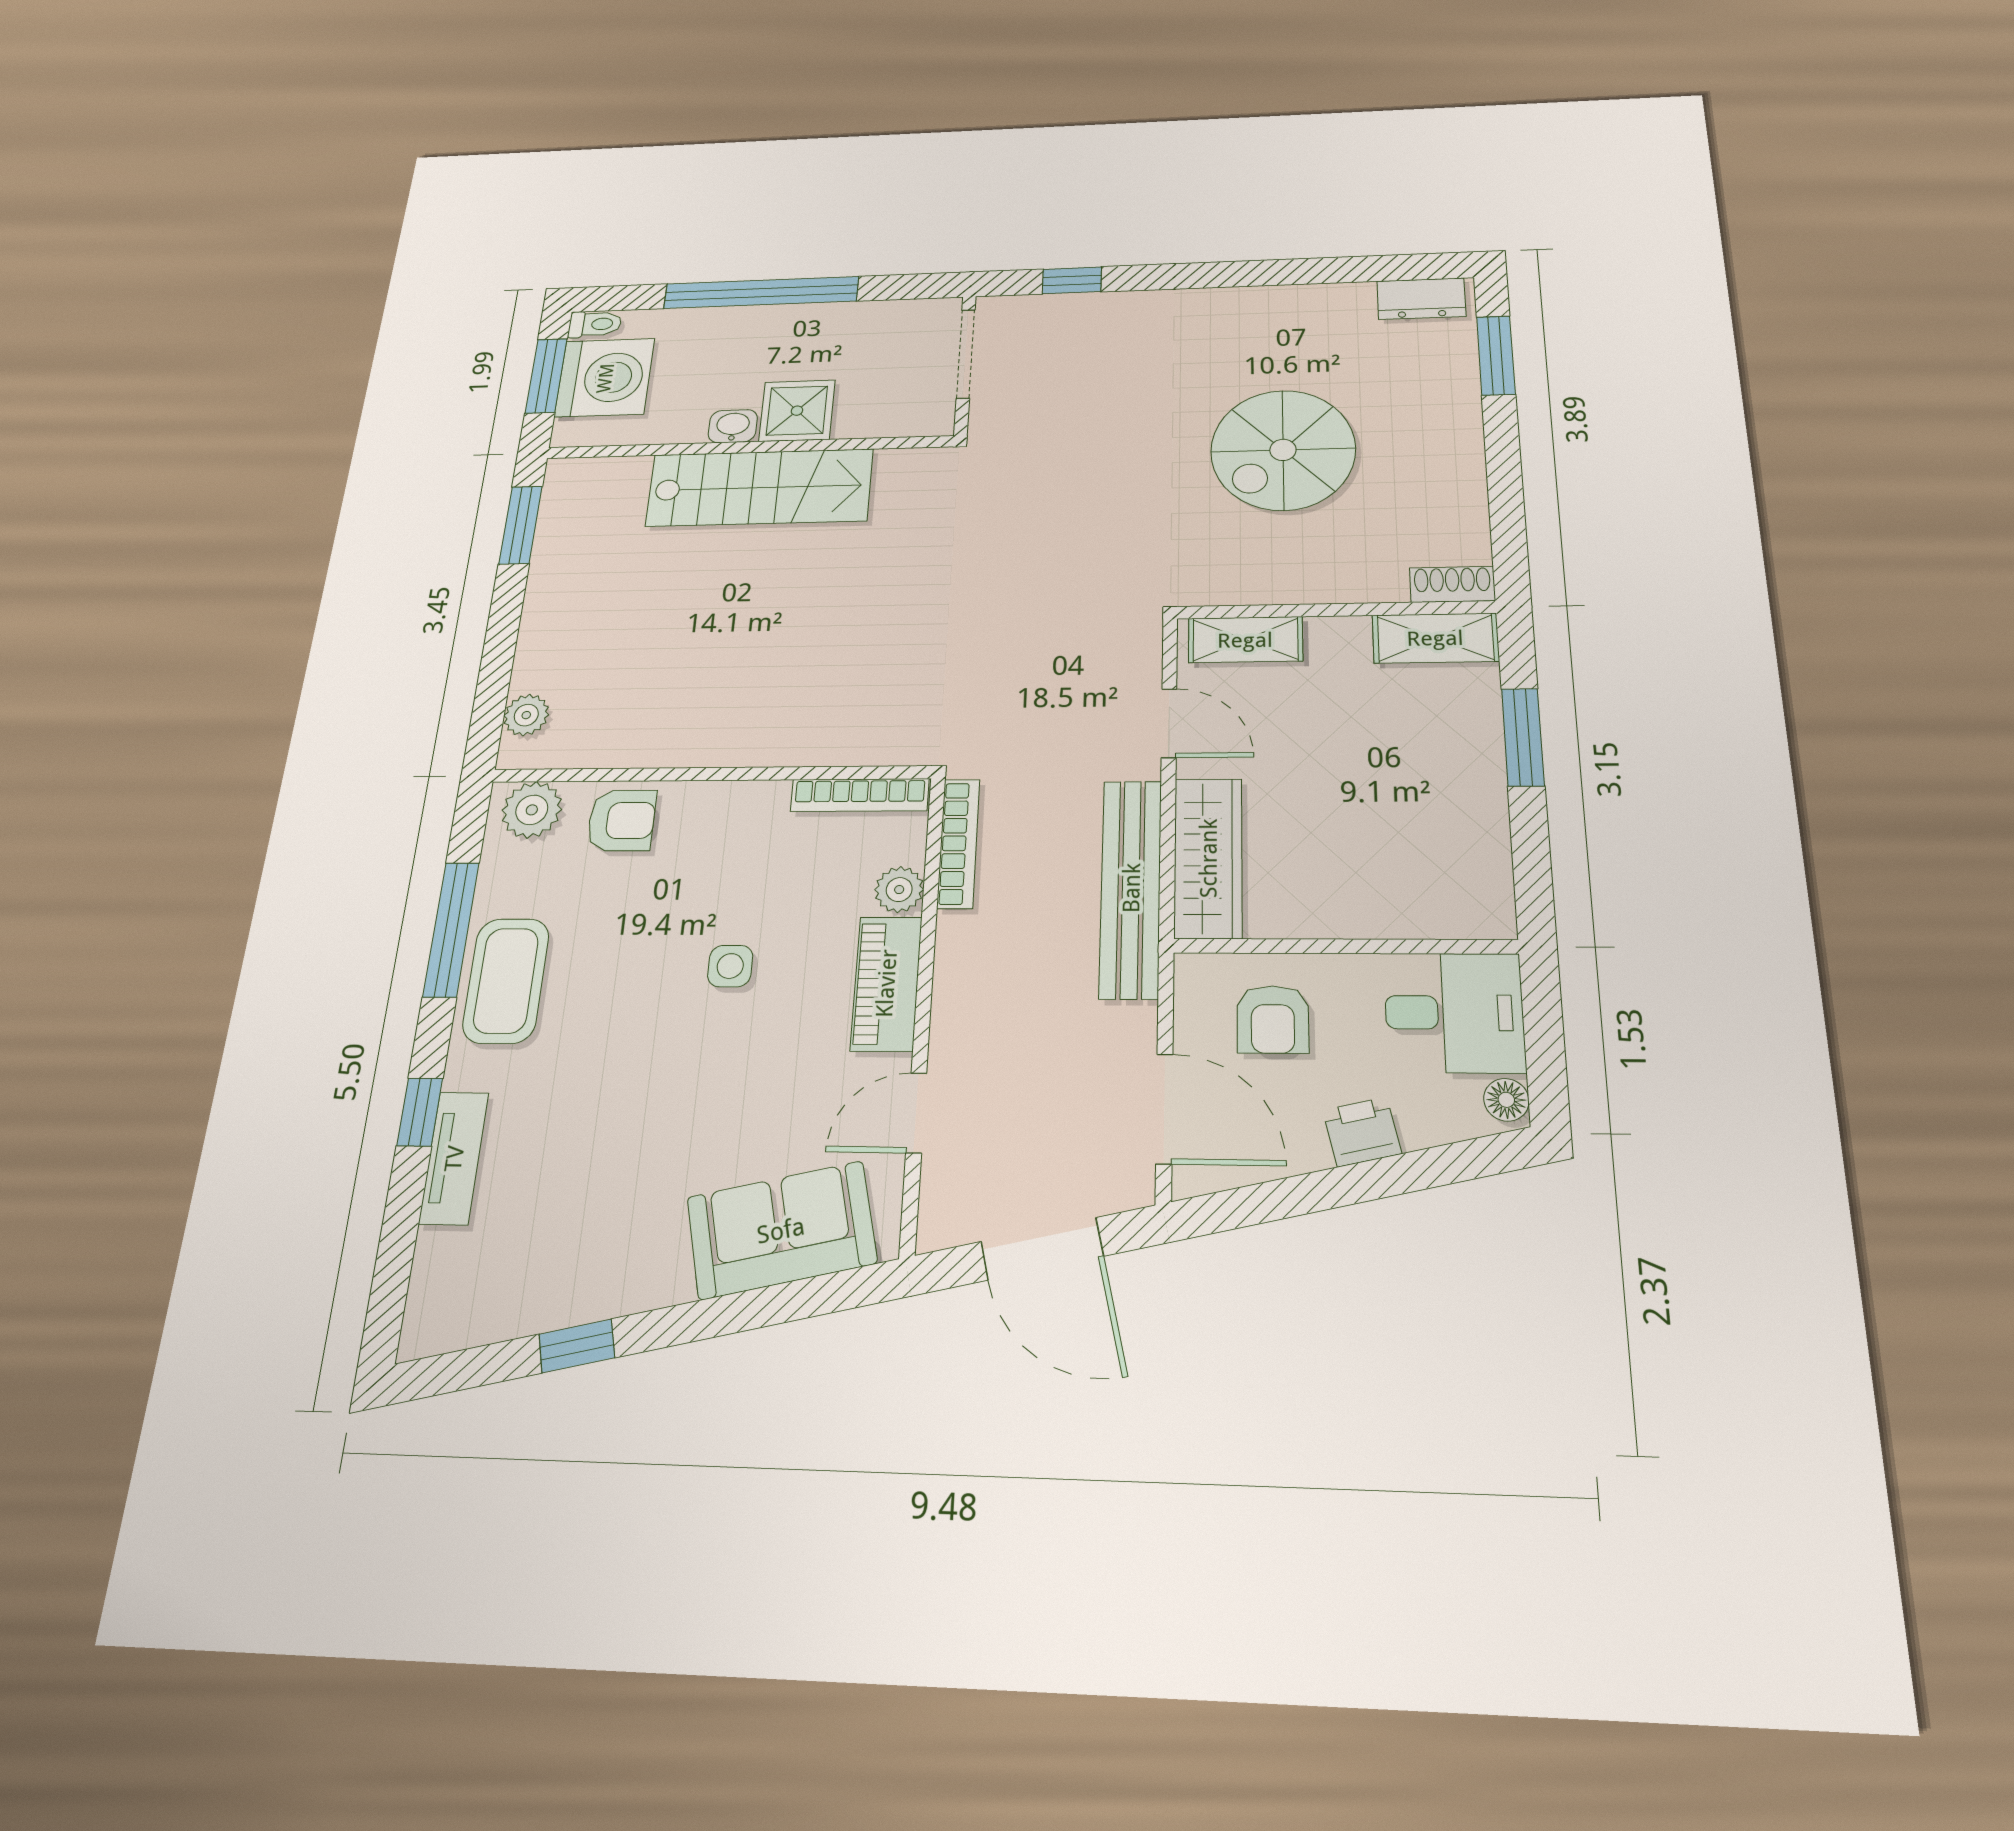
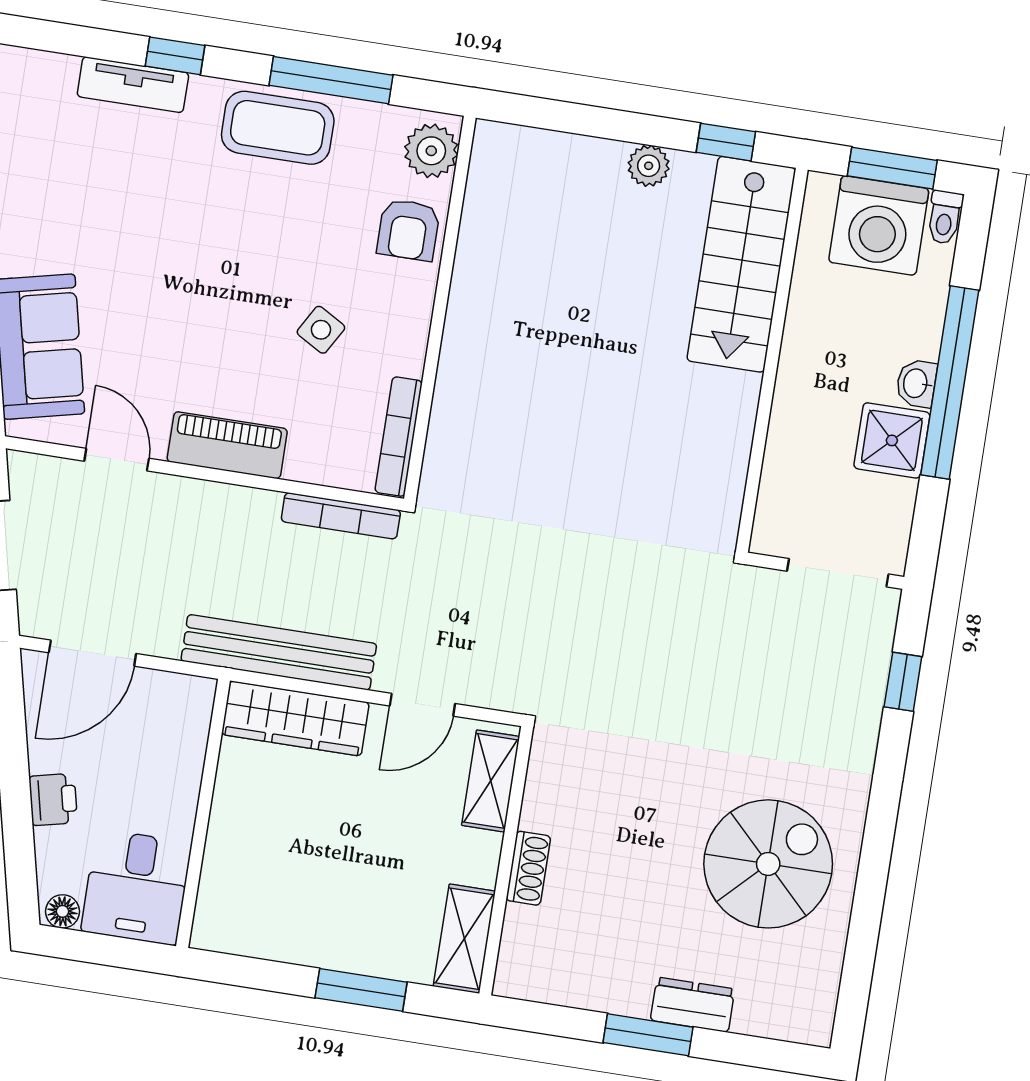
dresser: (1421, 299) -> (693, 1005), moved, turned 90
window: (1496, 355) -> (648, 1035), moved
shower: (797, 411) -> (892, 440), moved
washbasin: (733, 426) -> (916, 383), moved, turned 180
spiral stairs: (1283, 450) -> (768, 864), moved, turned 90
stairs: (759, 488) -> (741, 264), moved
window: (521, 525) -> (726, 142), width x0.67
shoe rack: (1452, 584) -> (528, 868), moved
plant: (526, 715) -> (649, 166), moved
plant: (899, 890) -> (307, 463), removed
side table: (730, 966) -> (321, 330), moved, turned 30
armchair: (1273, 1019) -> (151, 748), removed

